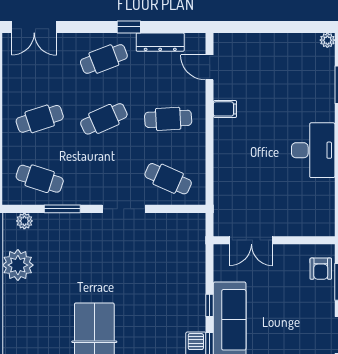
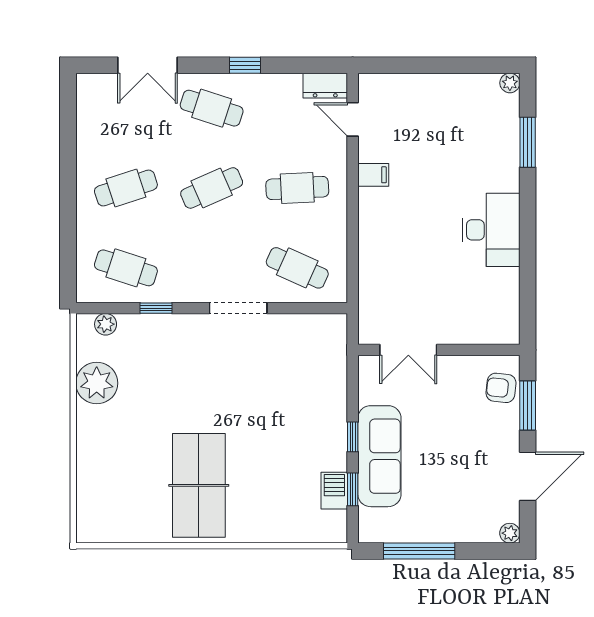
double door: (34, 27) -> (148, 65), moved
dresser: (160, 42) -> (325, 86), moved, width x0.70
cafe table: (104, 59) -> (212, 108), turned 39
window: (62, 209) -> (156, 308), width x0.67
armchair: (321, 269) -> (501, 388), turned 96

